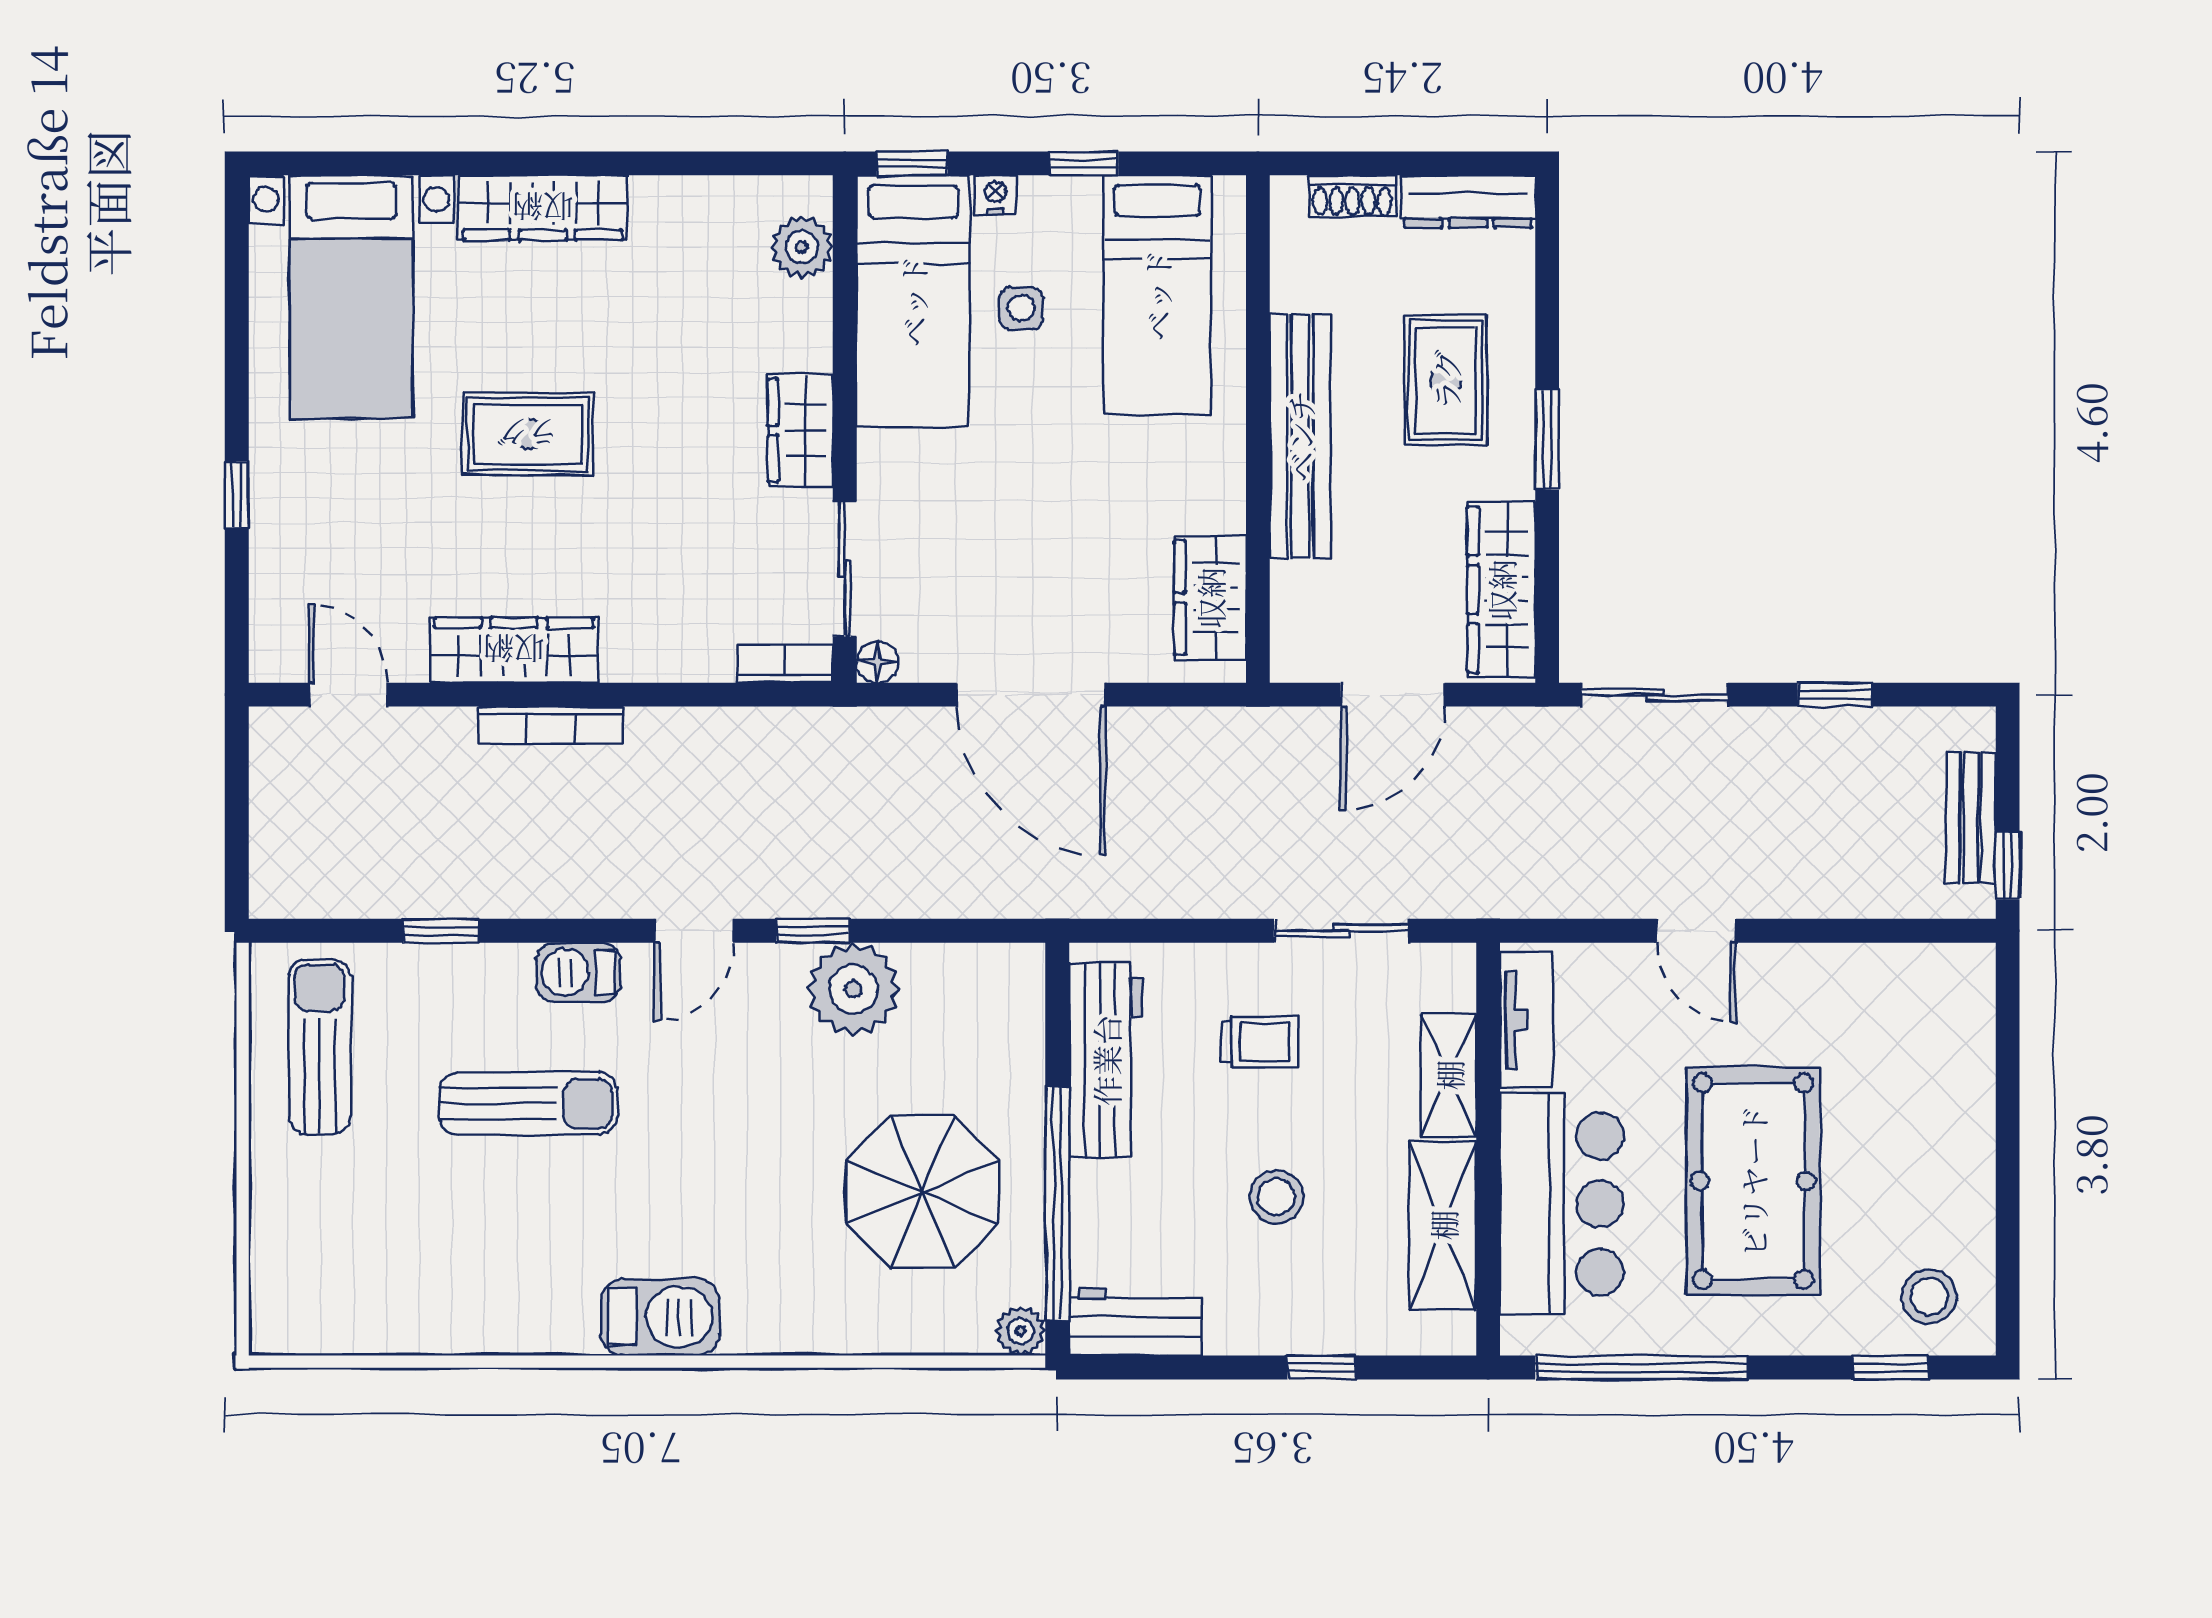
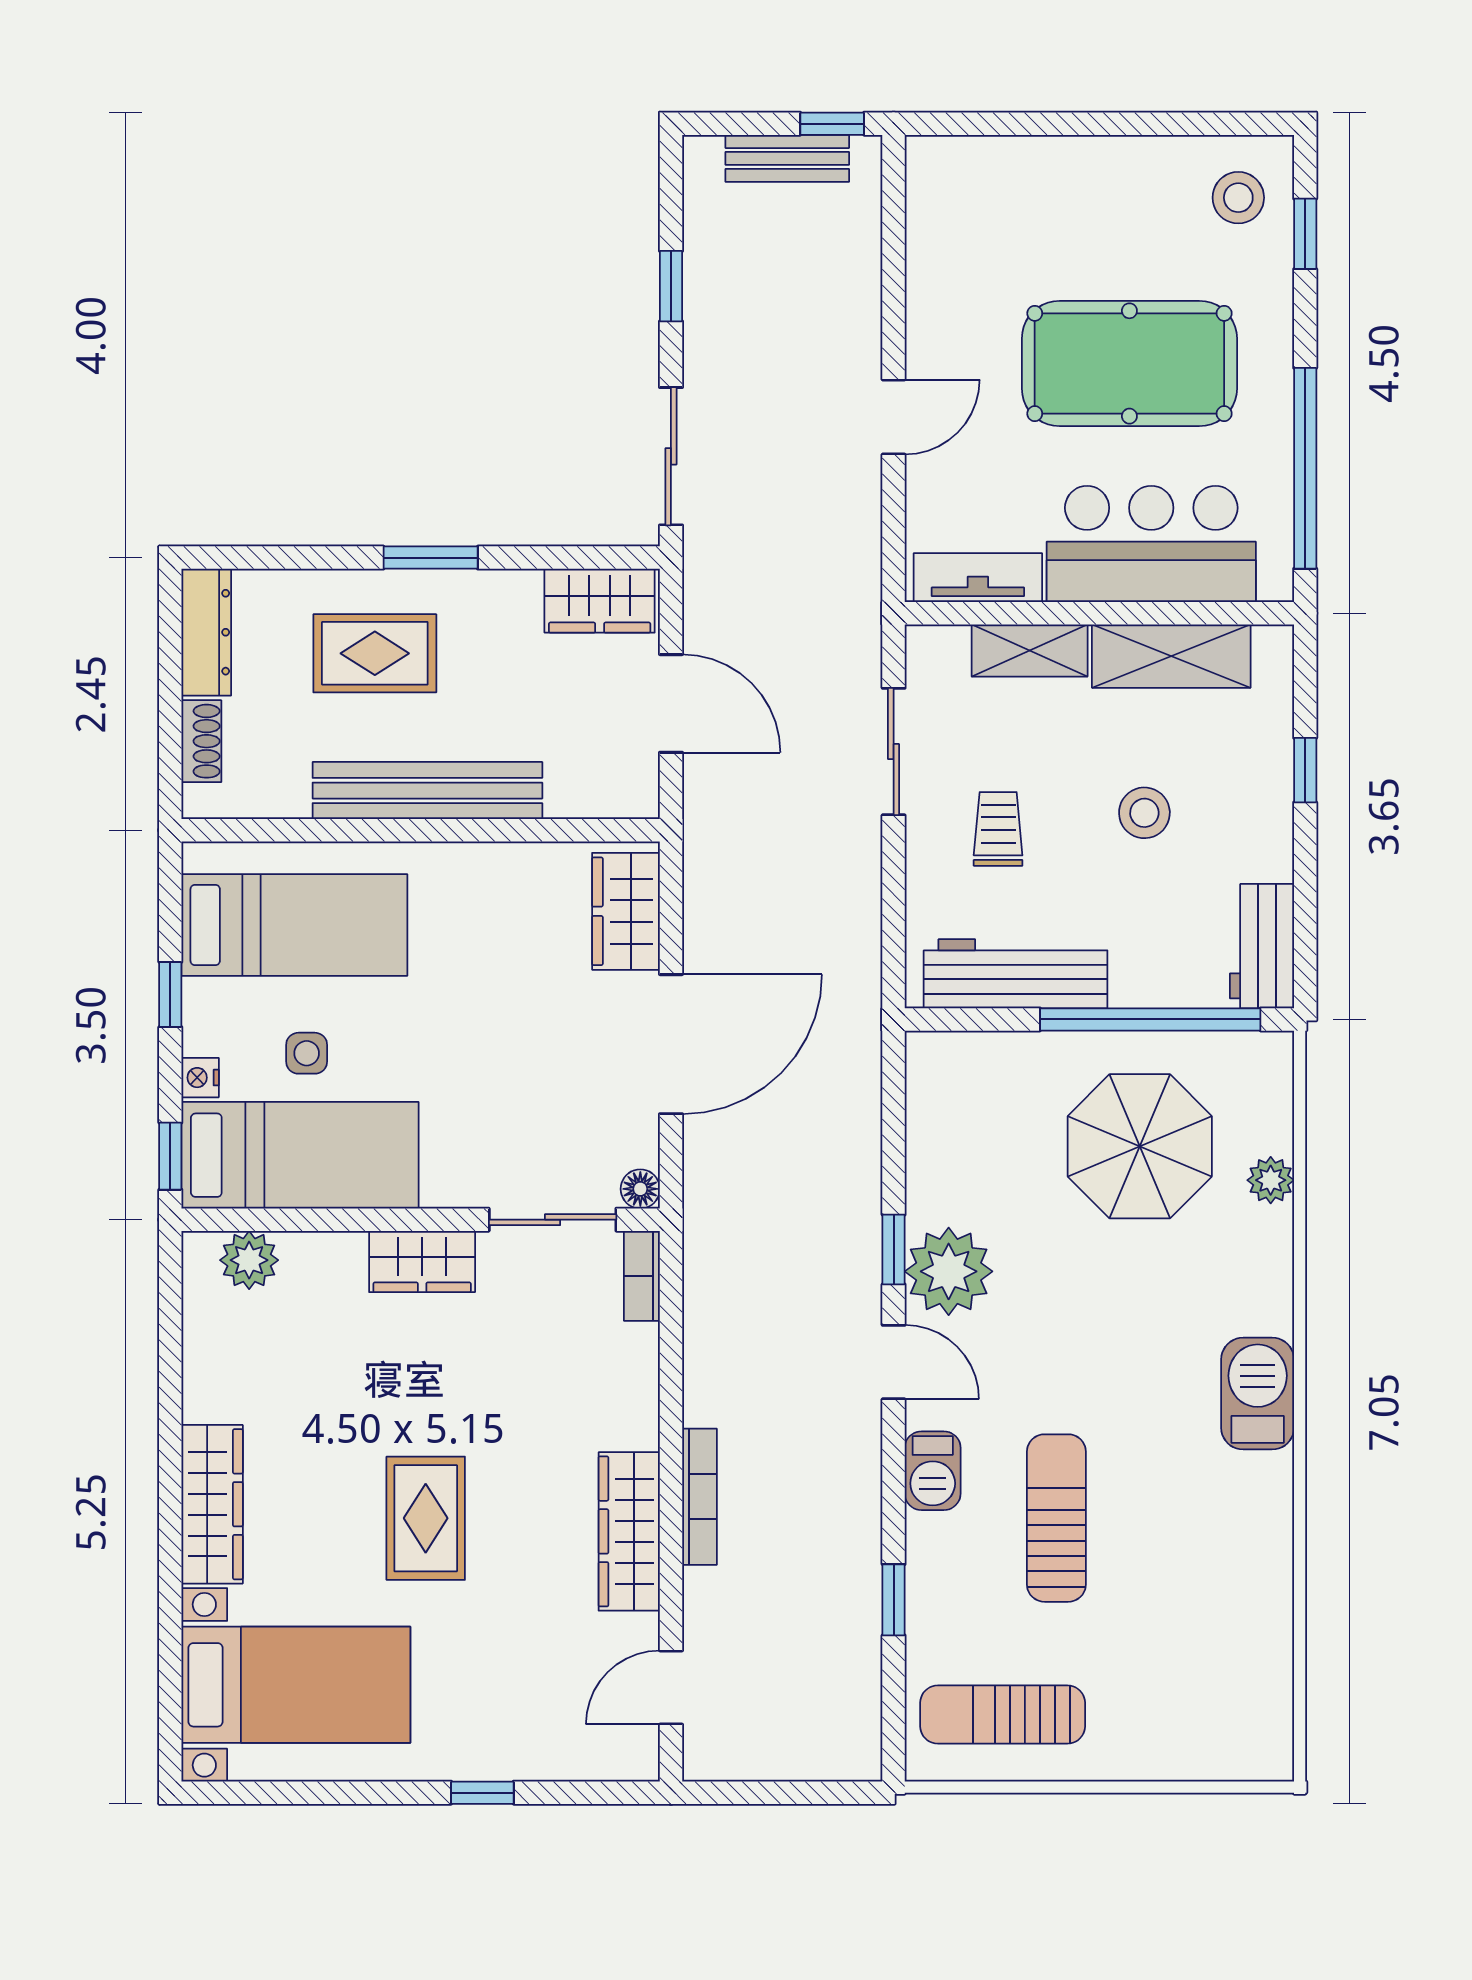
wardrobe: (1501, 590) -> (600, 601), width x0.67
wardrobe: (1210, 598) -> (626, 911), moved, turned 90
plant: (853, 989) -> (949, 1271), moved
plant: (1021, 1331) -> (1271, 1180), moved

